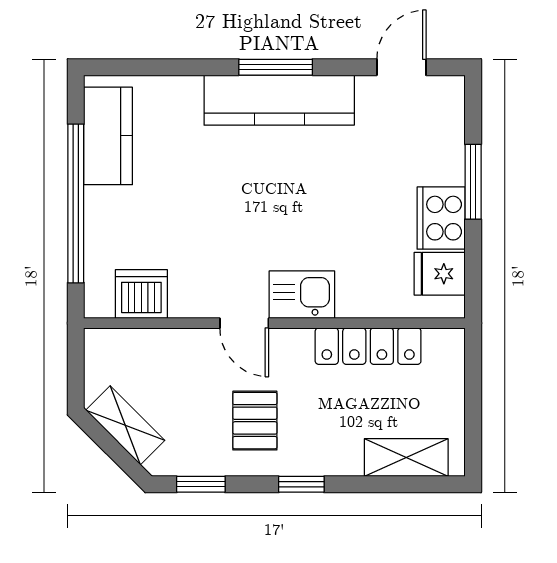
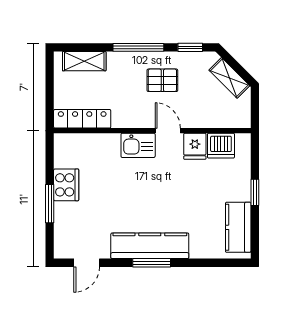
window: (76, 203) -> (255, 192), width x0.32
fridge: (440, 274) -> (195, 146), moved, turned 90
locker: (368, 346) -> (82, 119), moved
pallet: (255, 421) -> (162, 80), turned 90
window: (301, 484) -> (138, 47), width x2.17

